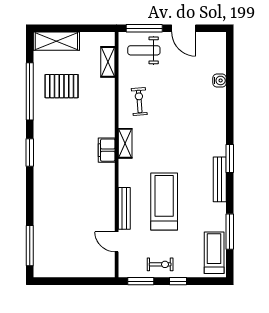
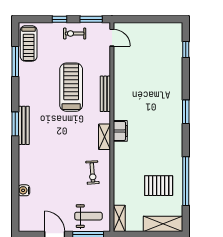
shelving: (108, 62) -> (119, 218), moved
window: (30, 153) -> (186, 112), moved
bench: (220, 179) -> (24, 125), moved
treadmill: (164, 201) -> (71, 87), turned 180
bench: (124, 208) -> (105, 94), moved
door: (117, 242) -> (112, 38), moved
window: (30, 246) -> (186, 50), width x0.46

